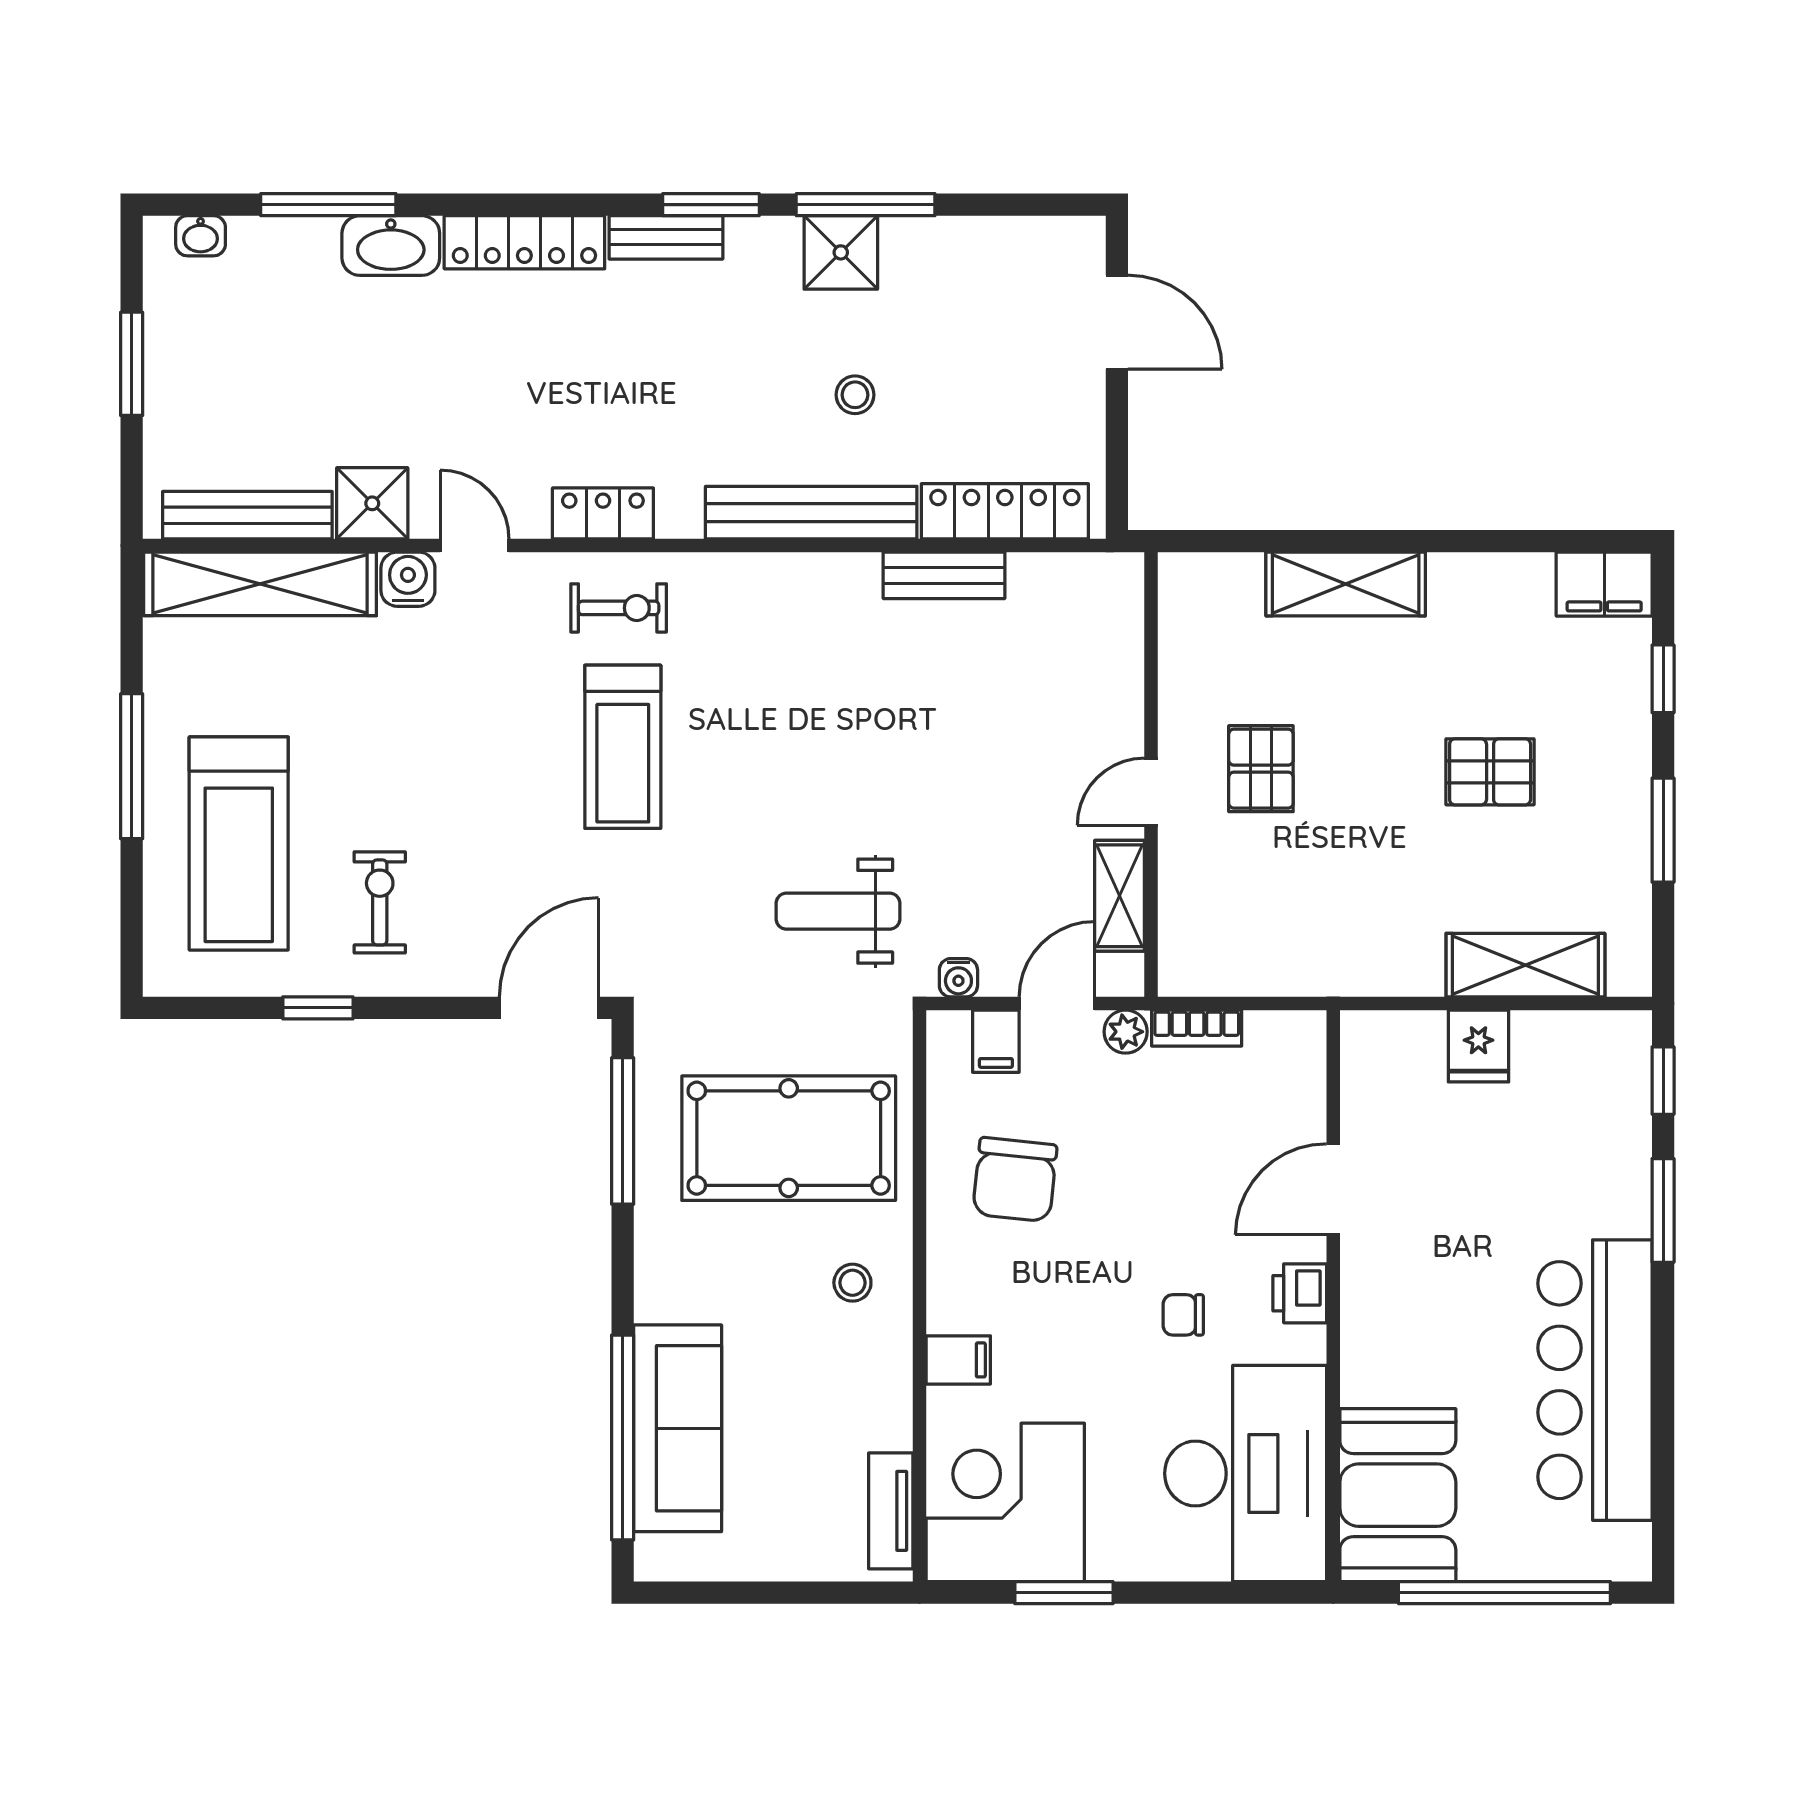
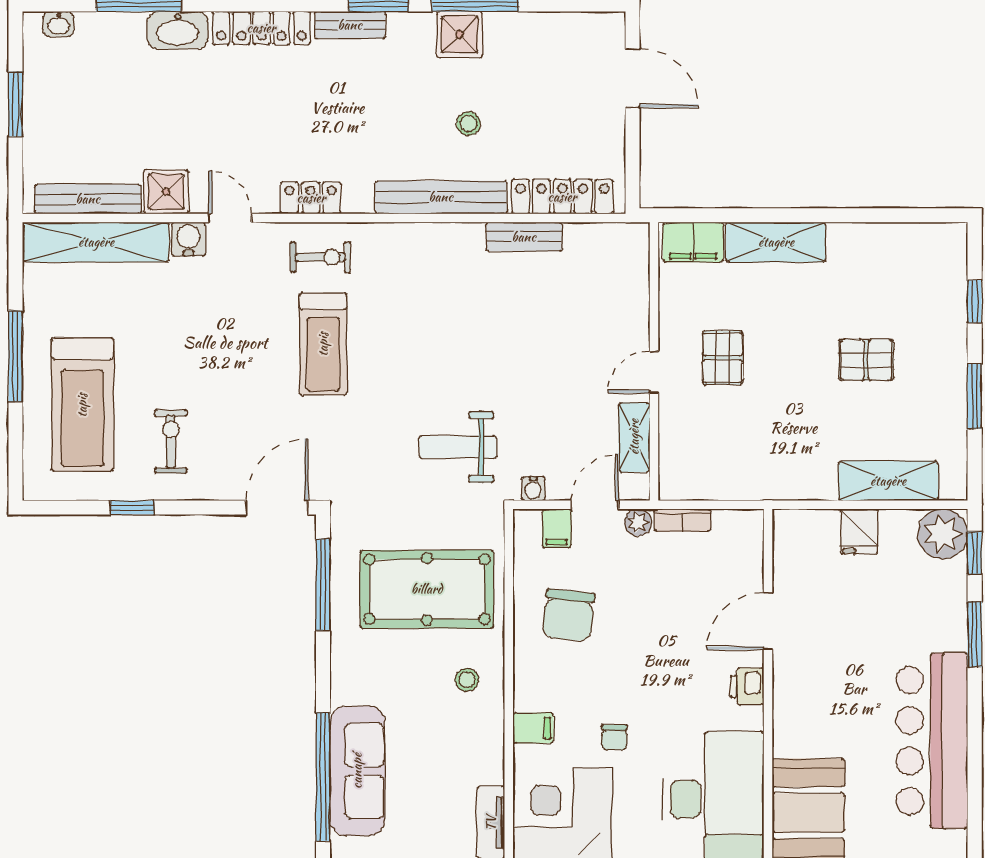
filing cabinet: (1604, 584) -> (693, 242), moved
plant: (1612, 1050) -> (943, 534), added
chair: (1183, 1315) -> (614, 737), moved, turned -90

